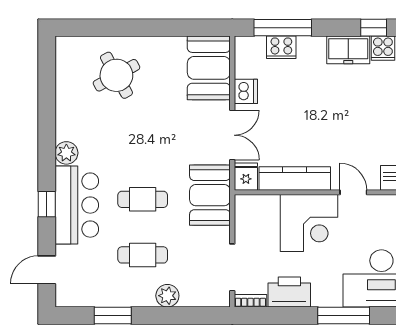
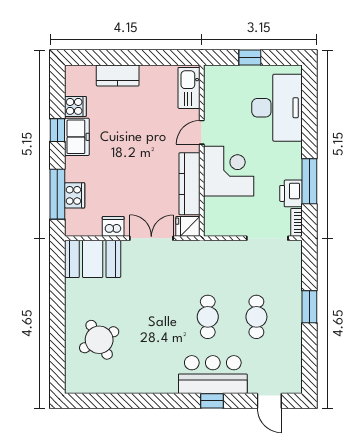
window: (374, 28) -> (57, 130), moved
plant: (66, 153) -> (167, 384), removed
booth: (210, 195) -> (204, 258), removed
printer: (289, 292) -> (291, 193), width x0.73, depth x0.84
plant: (167, 296) -> (292, 295), removed
window: (113, 315) -> (309, 307), moved
window: (344, 315) -> (309, 181), moved

